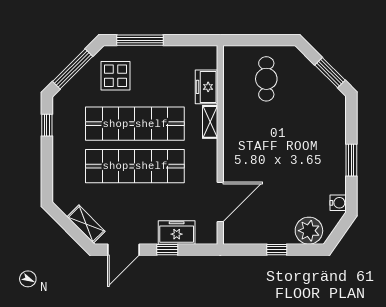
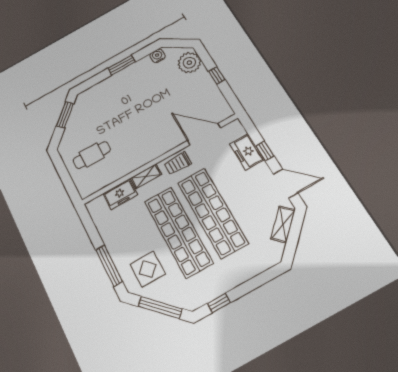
trolley: (205, 160) -> (178, 163), added

